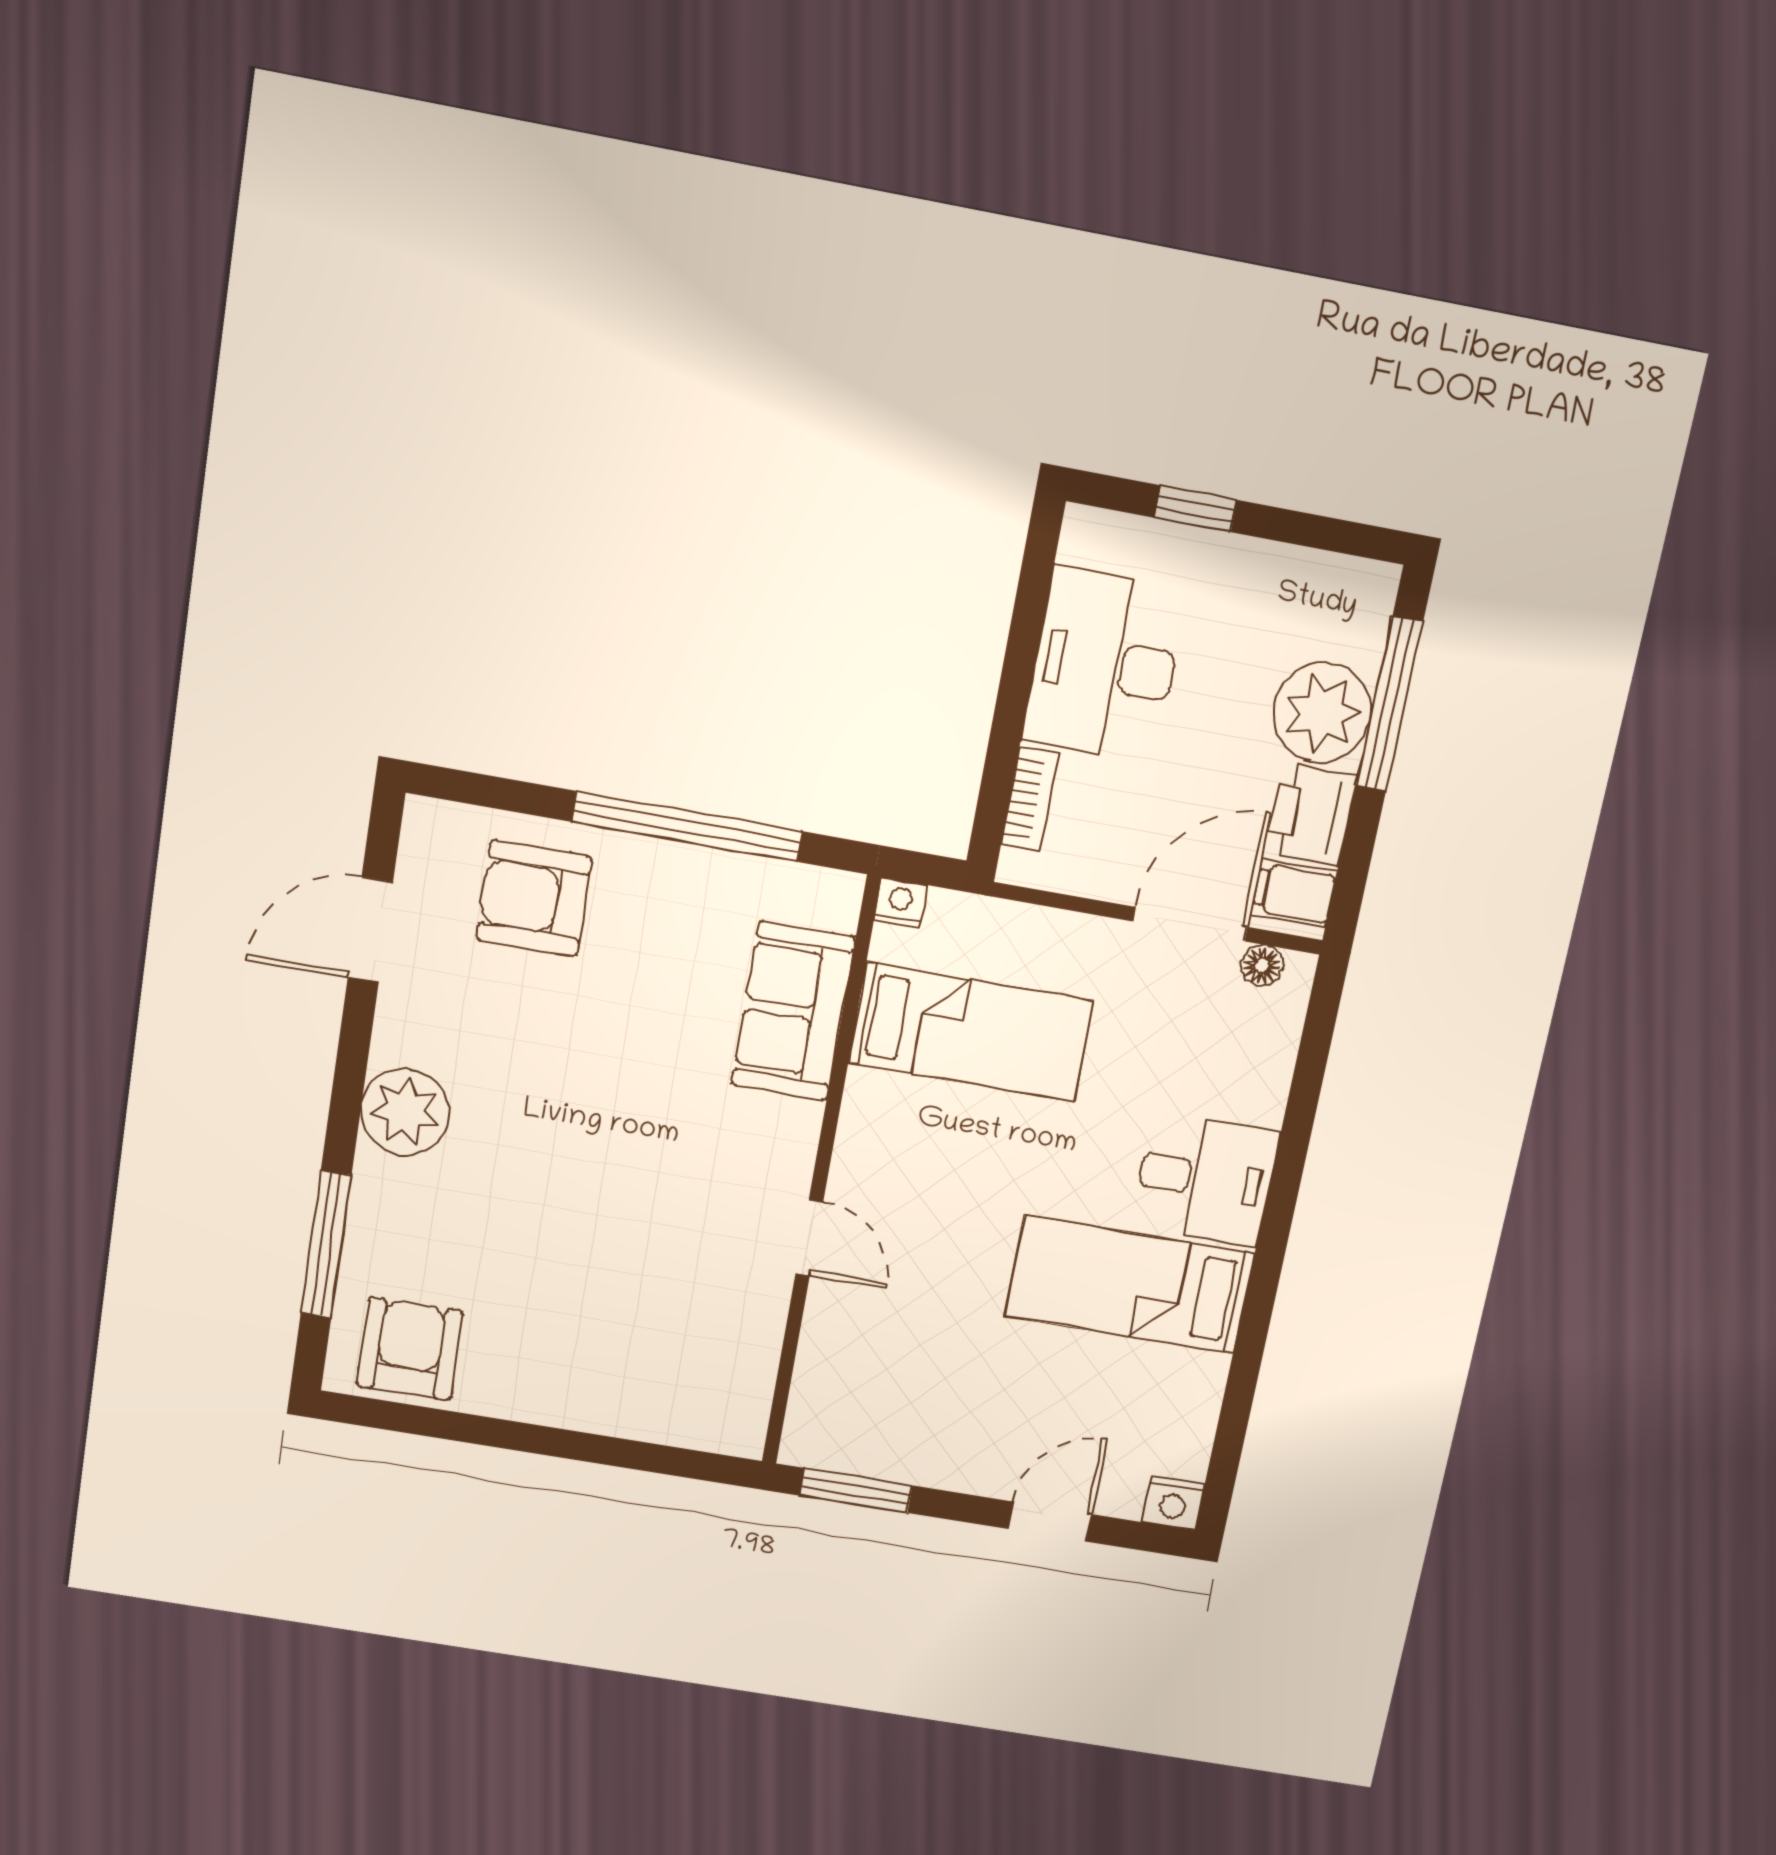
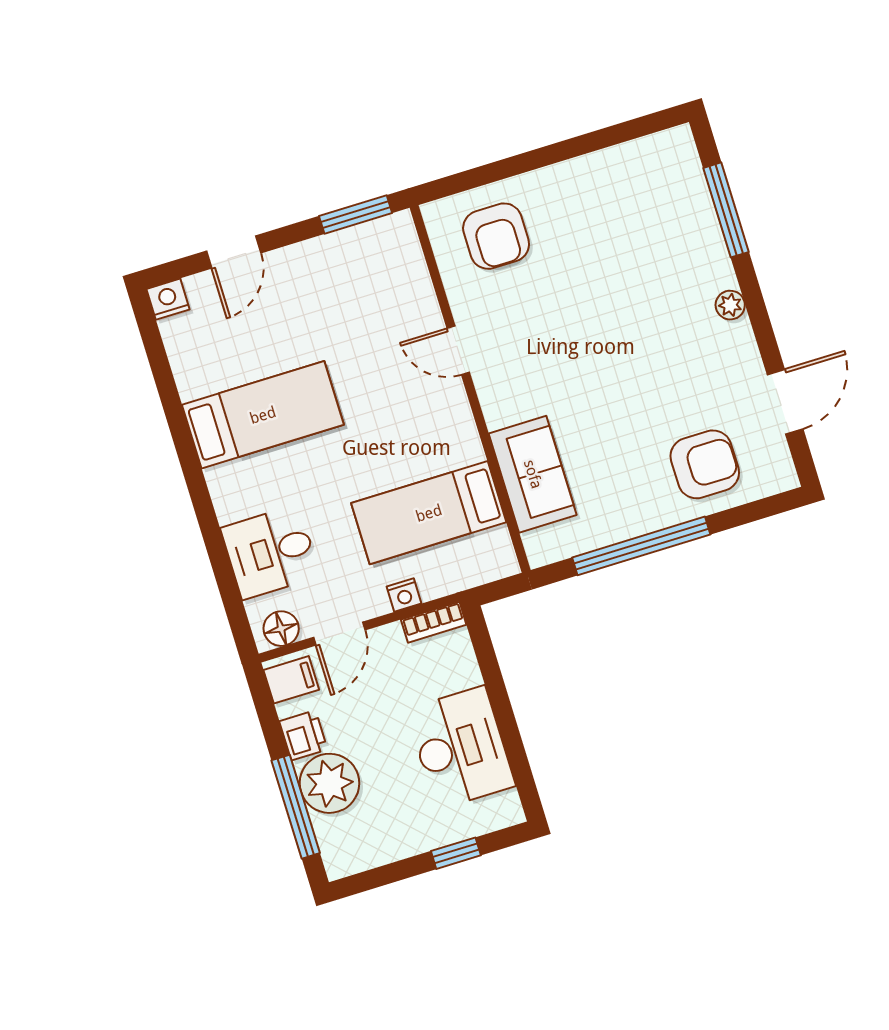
bookcase: (1030, 799) -> (434, 622), moved, turned -90
printer: (1311, 814) -> (303, 735), width x0.73, depth x0.81
nightstand: (900, 902) -> (404, 595), moved
door: (1190, 924) -> (339, 634), width x0.73
floor lamp: (1262, 965) -> (281, 629), width x1.37, depth x1.37
plant: (405, 1112) -> (730, 305), width x0.53, depth x0.53
desk: (1205, 1179) -> (270, 552), moved
armchair: (410, 1349) -> (496, 236), moved

